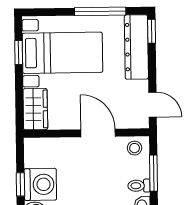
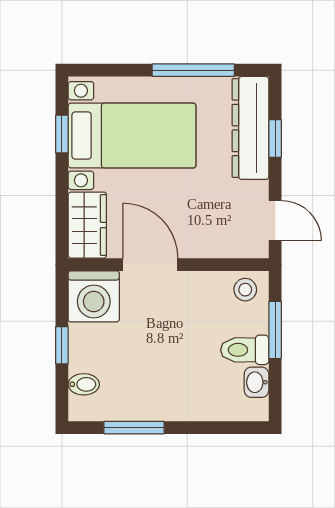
window: (152, 31) -> (275, 138), moved
door: (98, 133) -> (150, 265), moved
washing machine: (40, 184) -> (94, 296), moved, turned 90
toilet: (139, 186) -> (245, 350), width x1.37, depth x1.39

